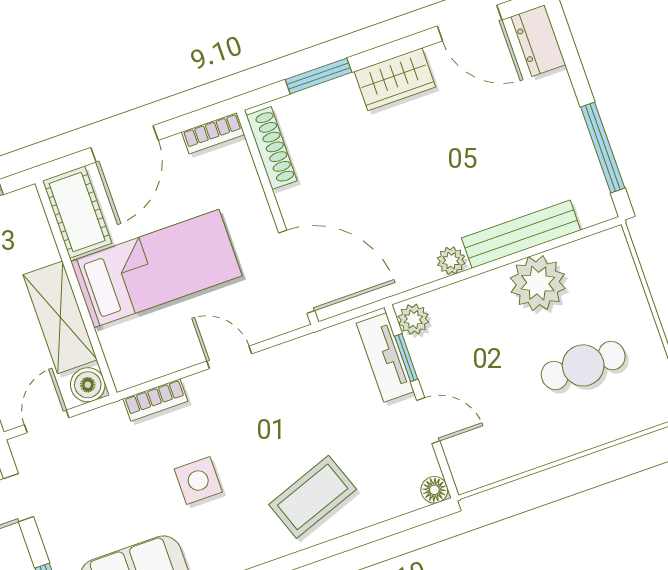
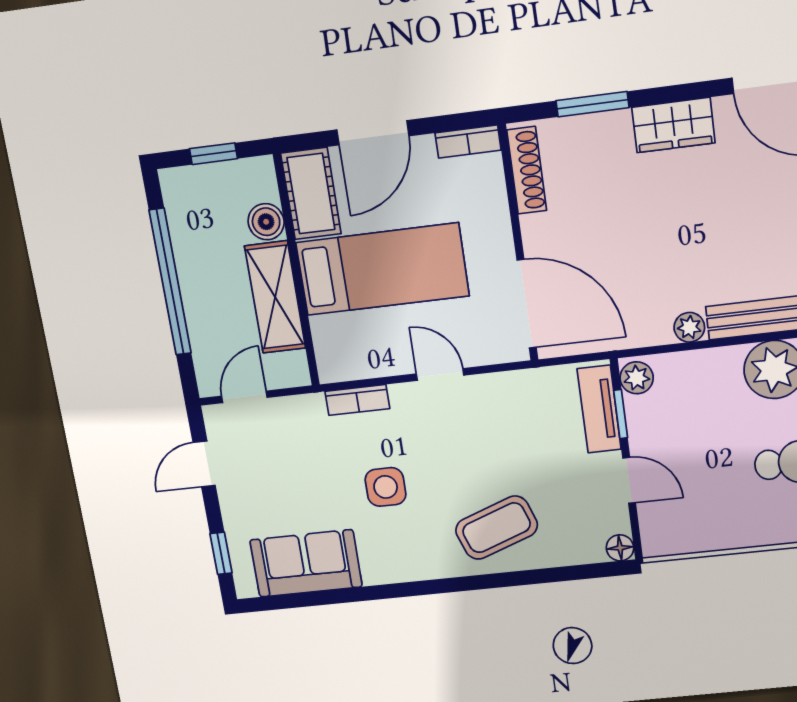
boiler: (88, 385) -> (266, 222), moved

